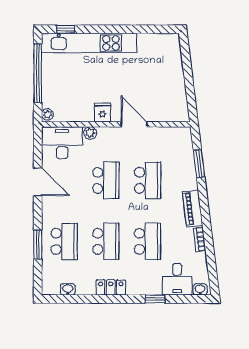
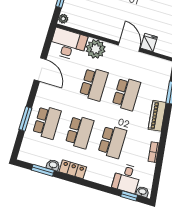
fridge: (103, 112) -> (149, 42), moved
plant: (90, 133) -> (96, 49), width x1.87, depth x1.87
piano: (193, 208) -> (157, 116), moved
washbasin: (68, 289) -> (53, 165), moved
window: (76, 299) -> (43, 170), added
window: (155, 299) -> (129, 196), moved

